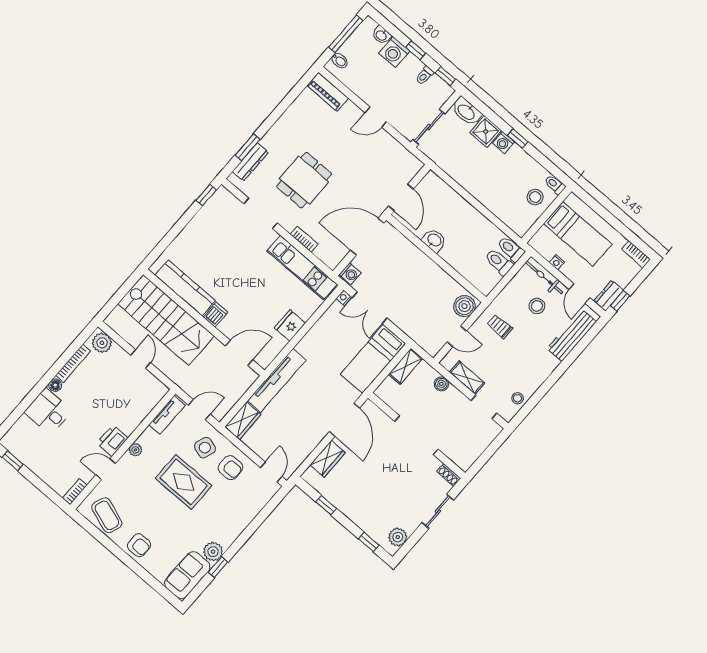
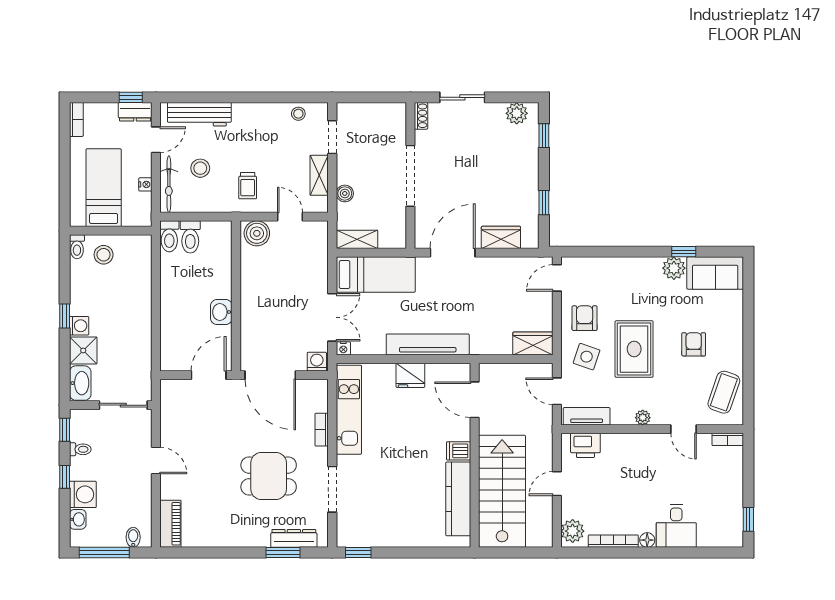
tv unit: (277, 380) -> (428, 344), moved
printer: (112, 441) -> (585, 445), moved
armchair: (139, 545) -> (694, 344), moved

